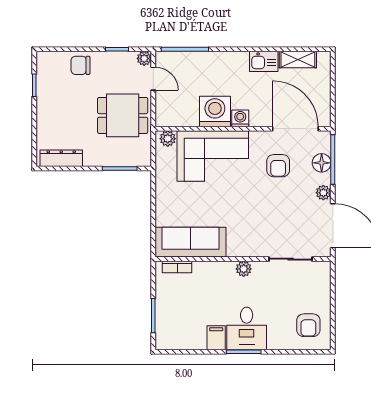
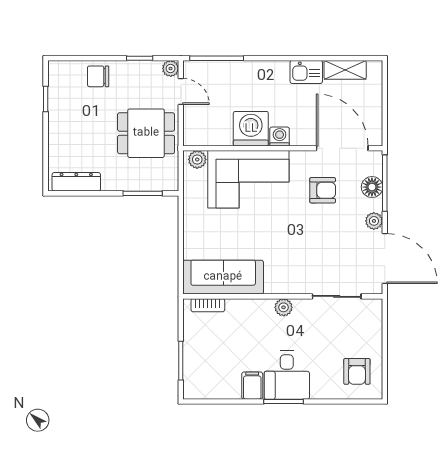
armchair: (278, 166) -> (323, 190), turned -90

